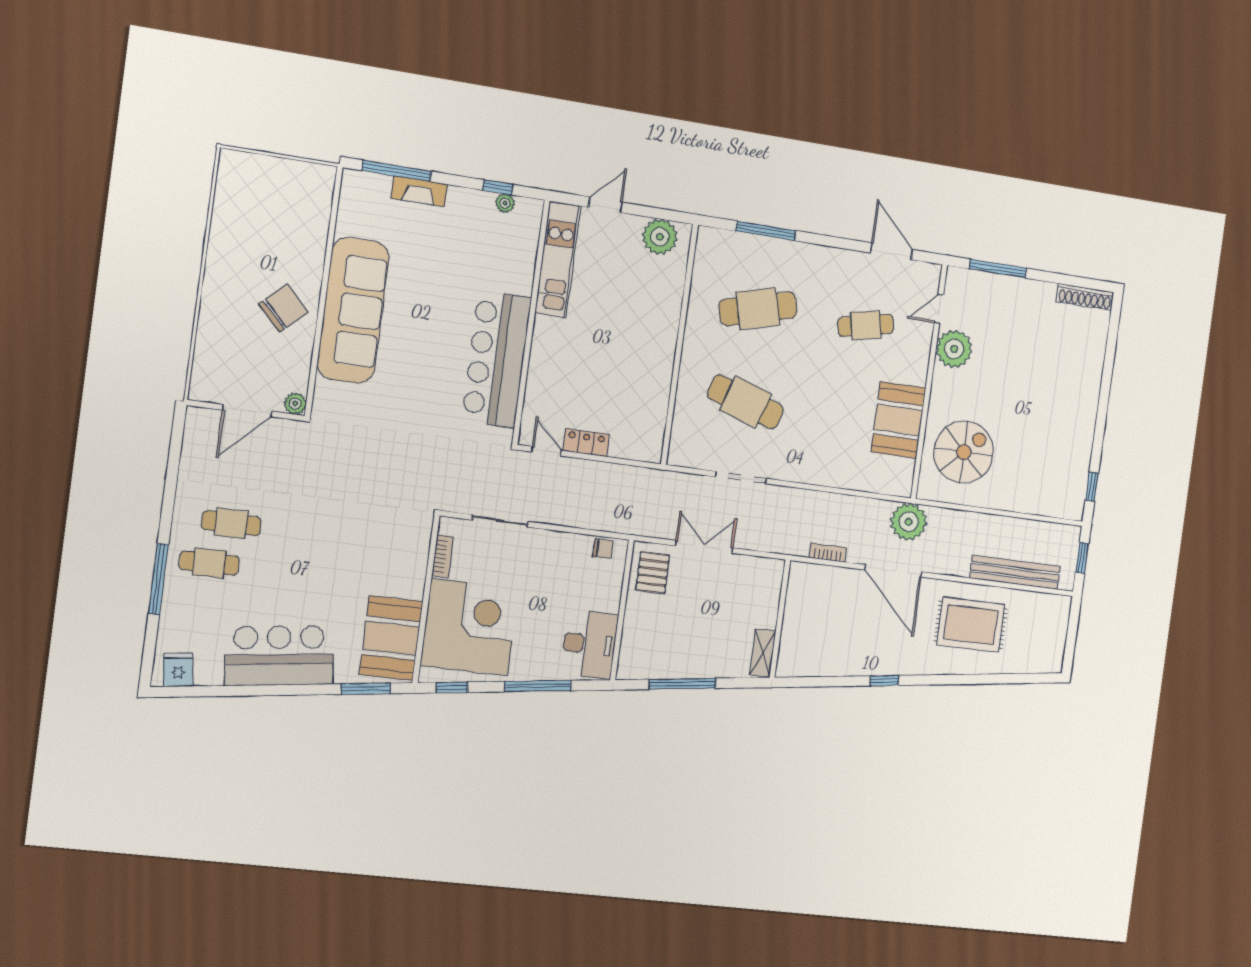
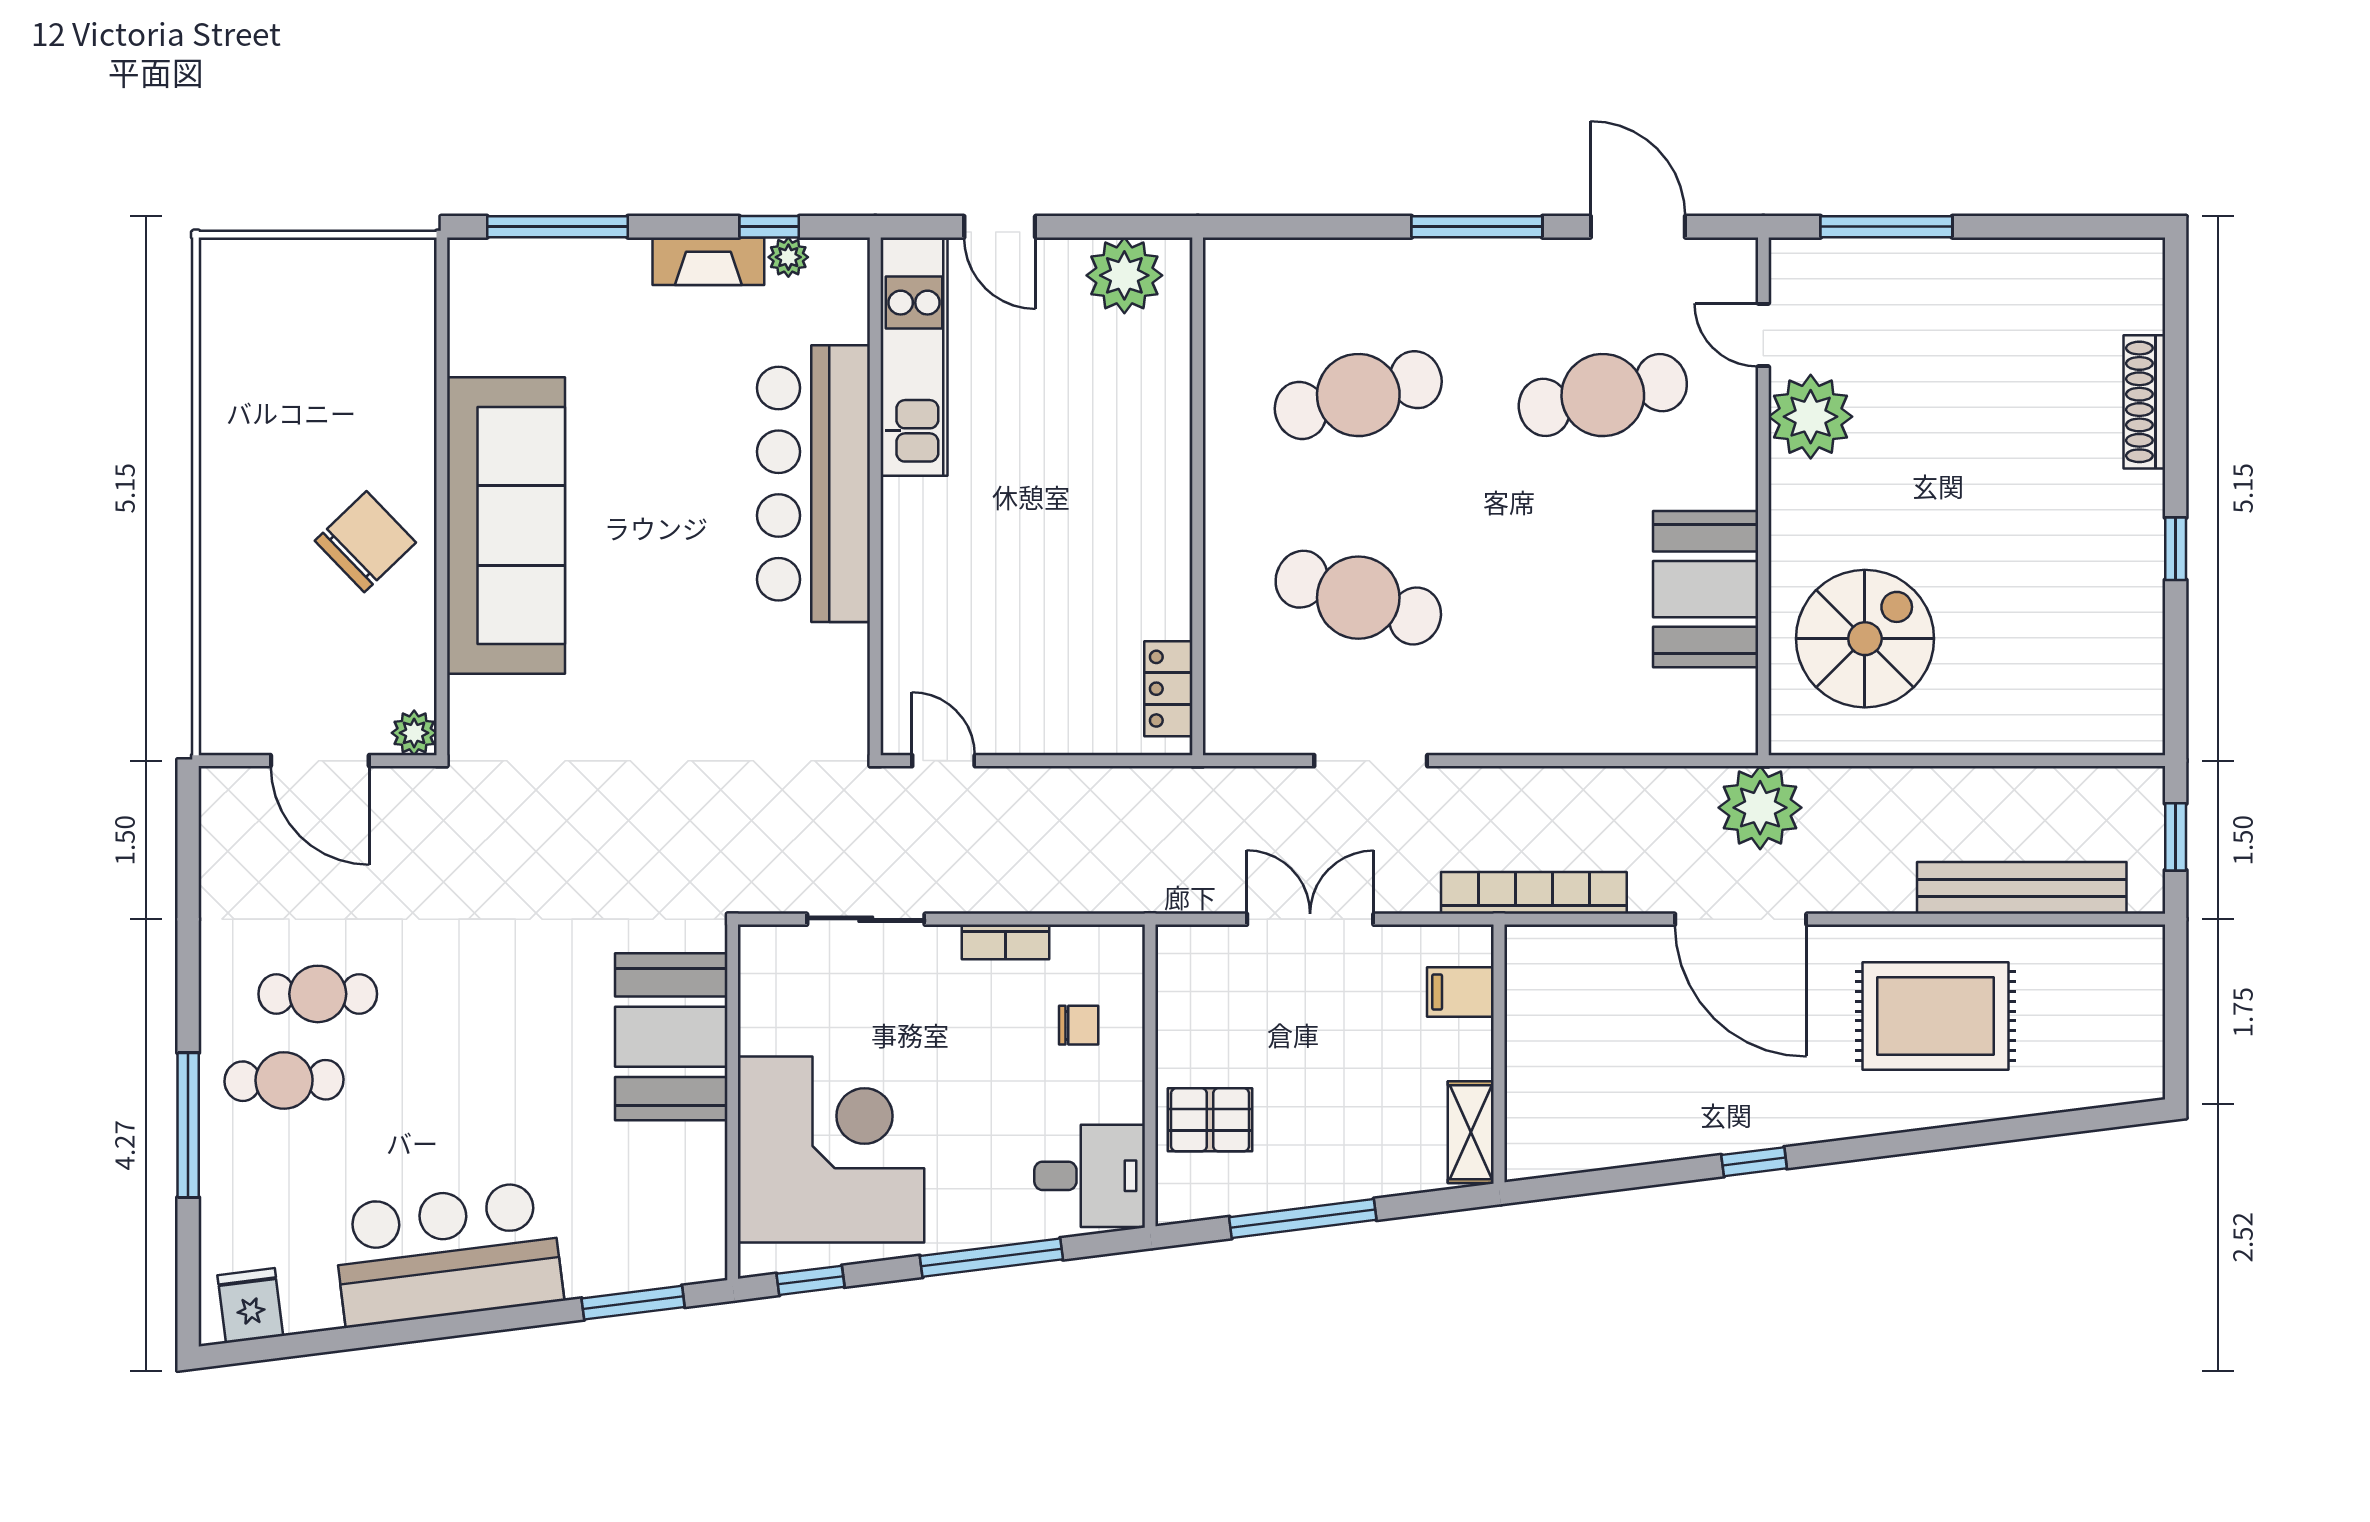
fireplace: (419, 191) -> (708, 261), moved
door: (606, 205) -> (1000, 227), swing flipped
window: (766, 231) -> (1477, 227), moved
shoe rack: (1085, 297) -> (2144, 402), moved, turned 90
door: (939, 309) -> (1763, 335), hinge flipped
cafe table: (866, 325) -> (1603, 395), width x1.37, depth x1.35
bar counter: (497, 359) -> (814, 484), moved
door: (247, 411) -> (320, 761), hinge flipped
locker: (586, 443) -> (1168, 689), moved, turned -90
window: (1092, 487) -> (2176, 549), moved
chair: (603, 549) -> (1079, 1025), moved
bookcase: (828, 553) -> (1534, 893), width x2.31, depth x1.31
bookcase: (443, 556) -> (1005, 942), moved, turned 90
pallet: (653, 572) -> (1210, 1120), moved, turned 90
filing cabinet: (767, 589) -> (1460, 992), added
booth: (391, 638) -> (671, 1037), moved
desk: (589, 644) -> (1090, 1176), width x0.73

